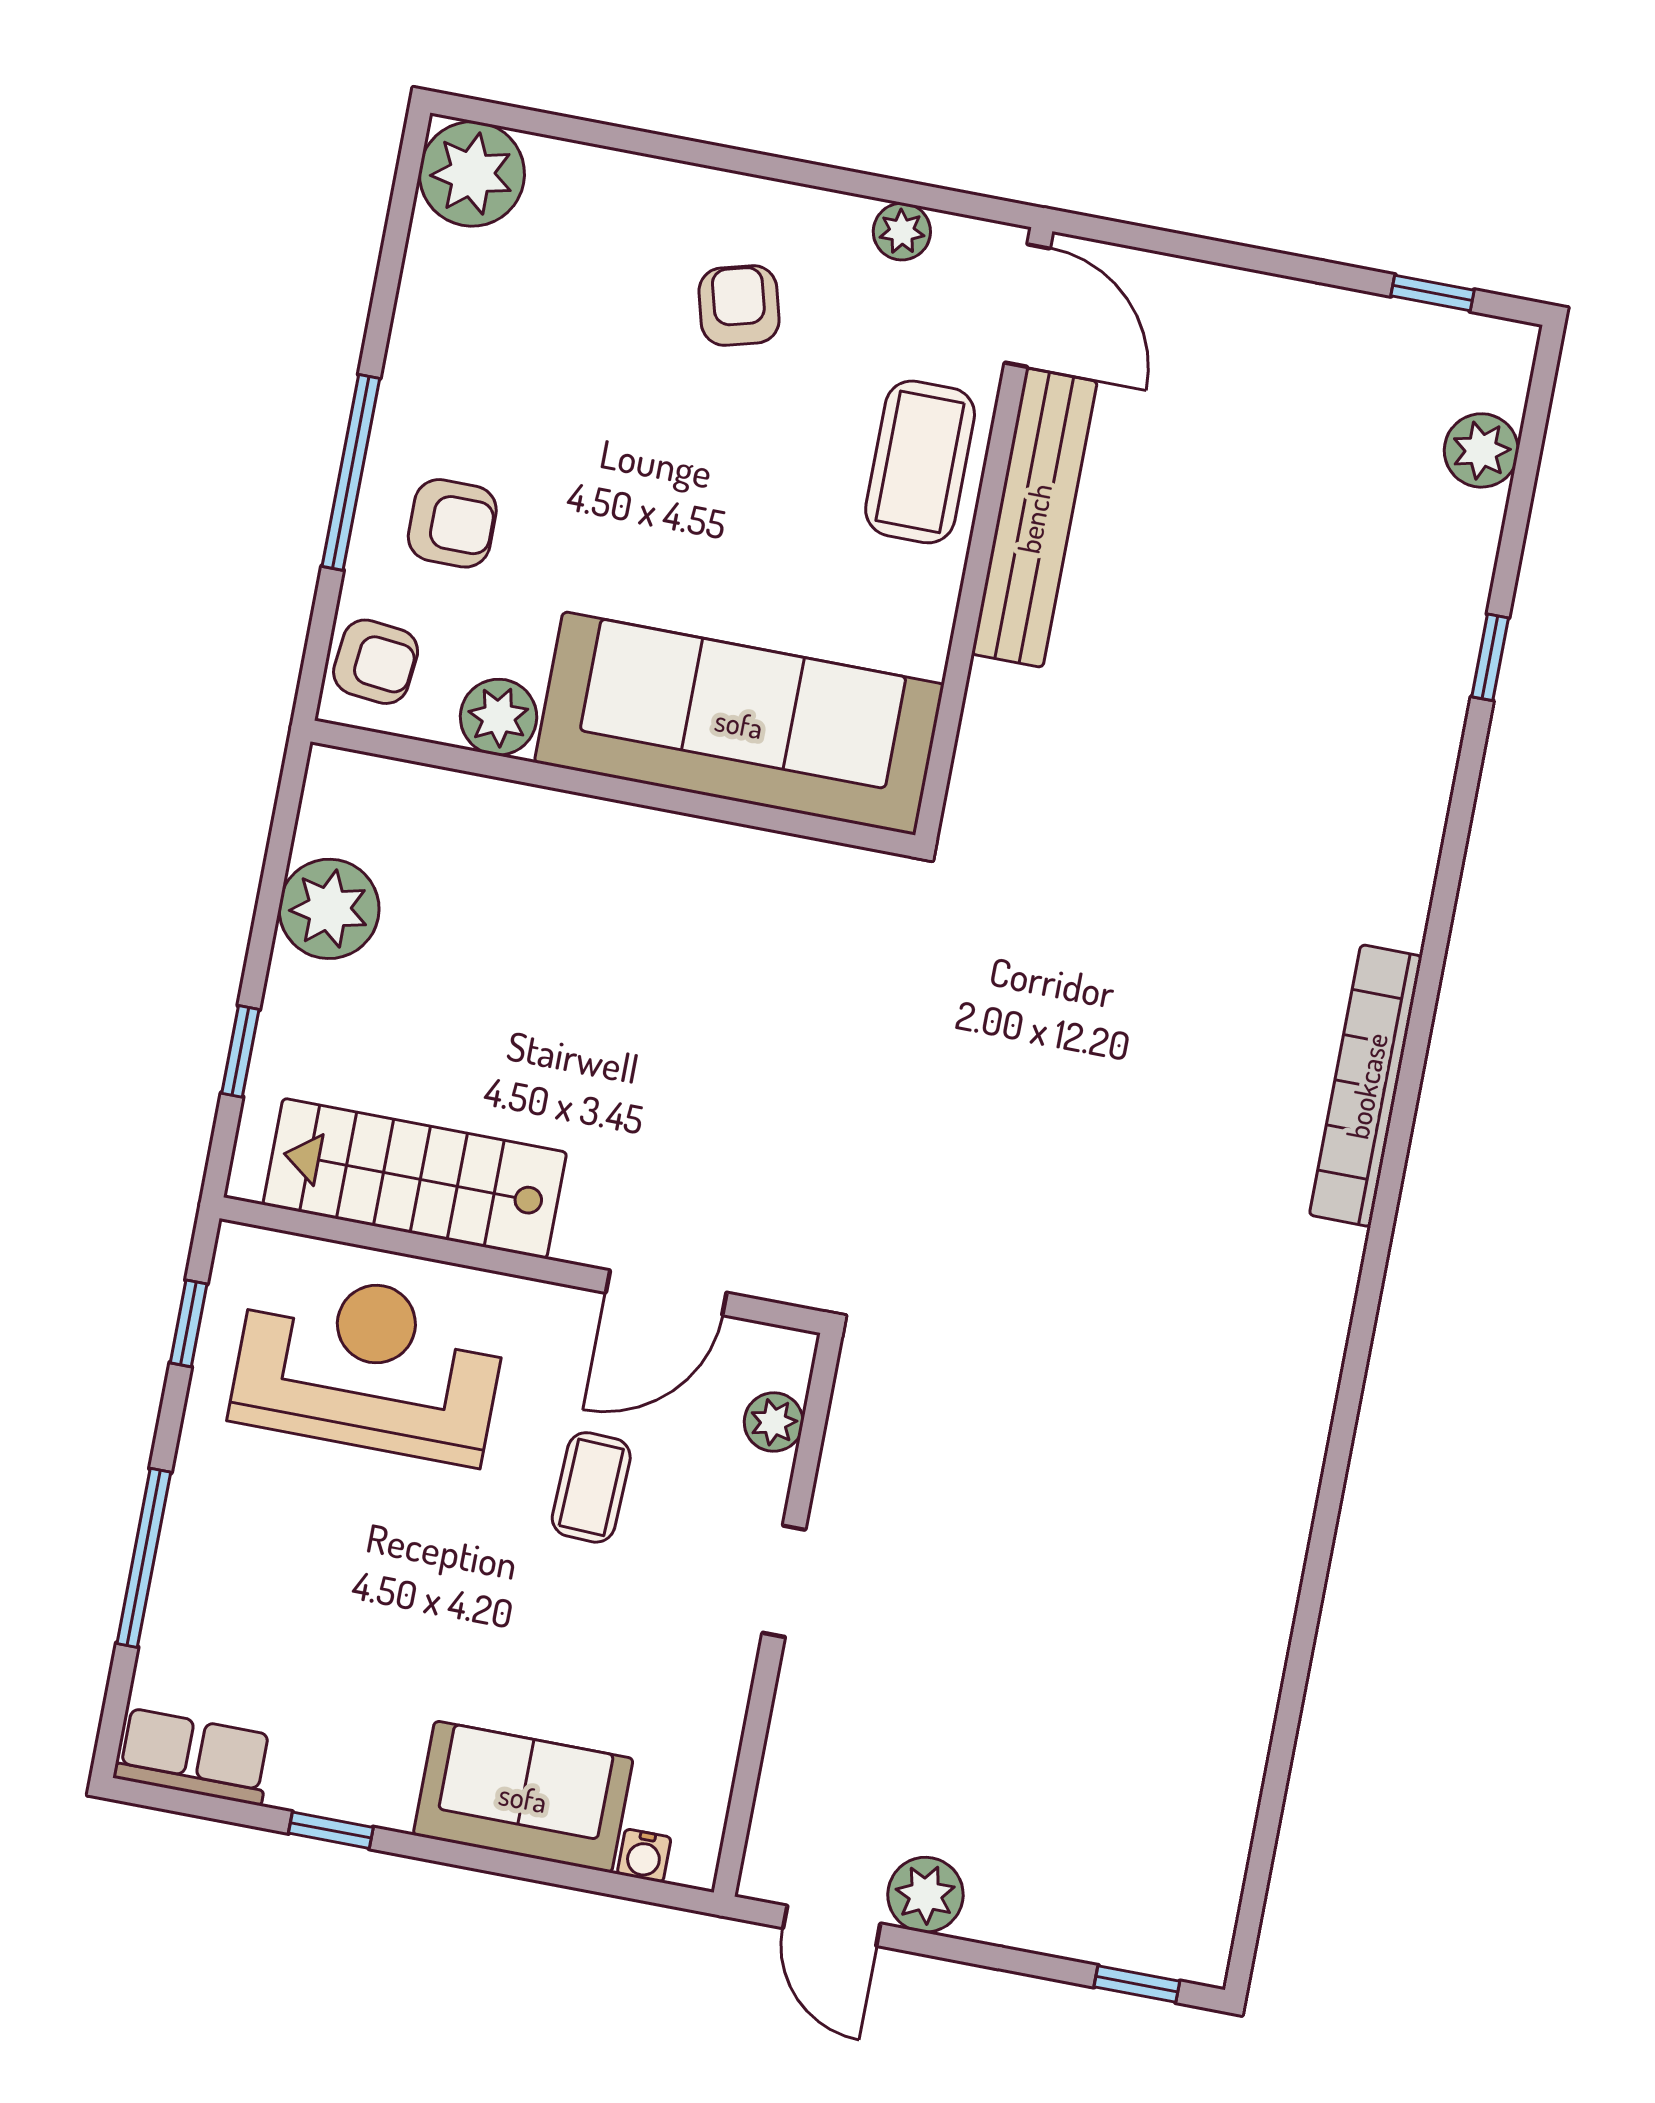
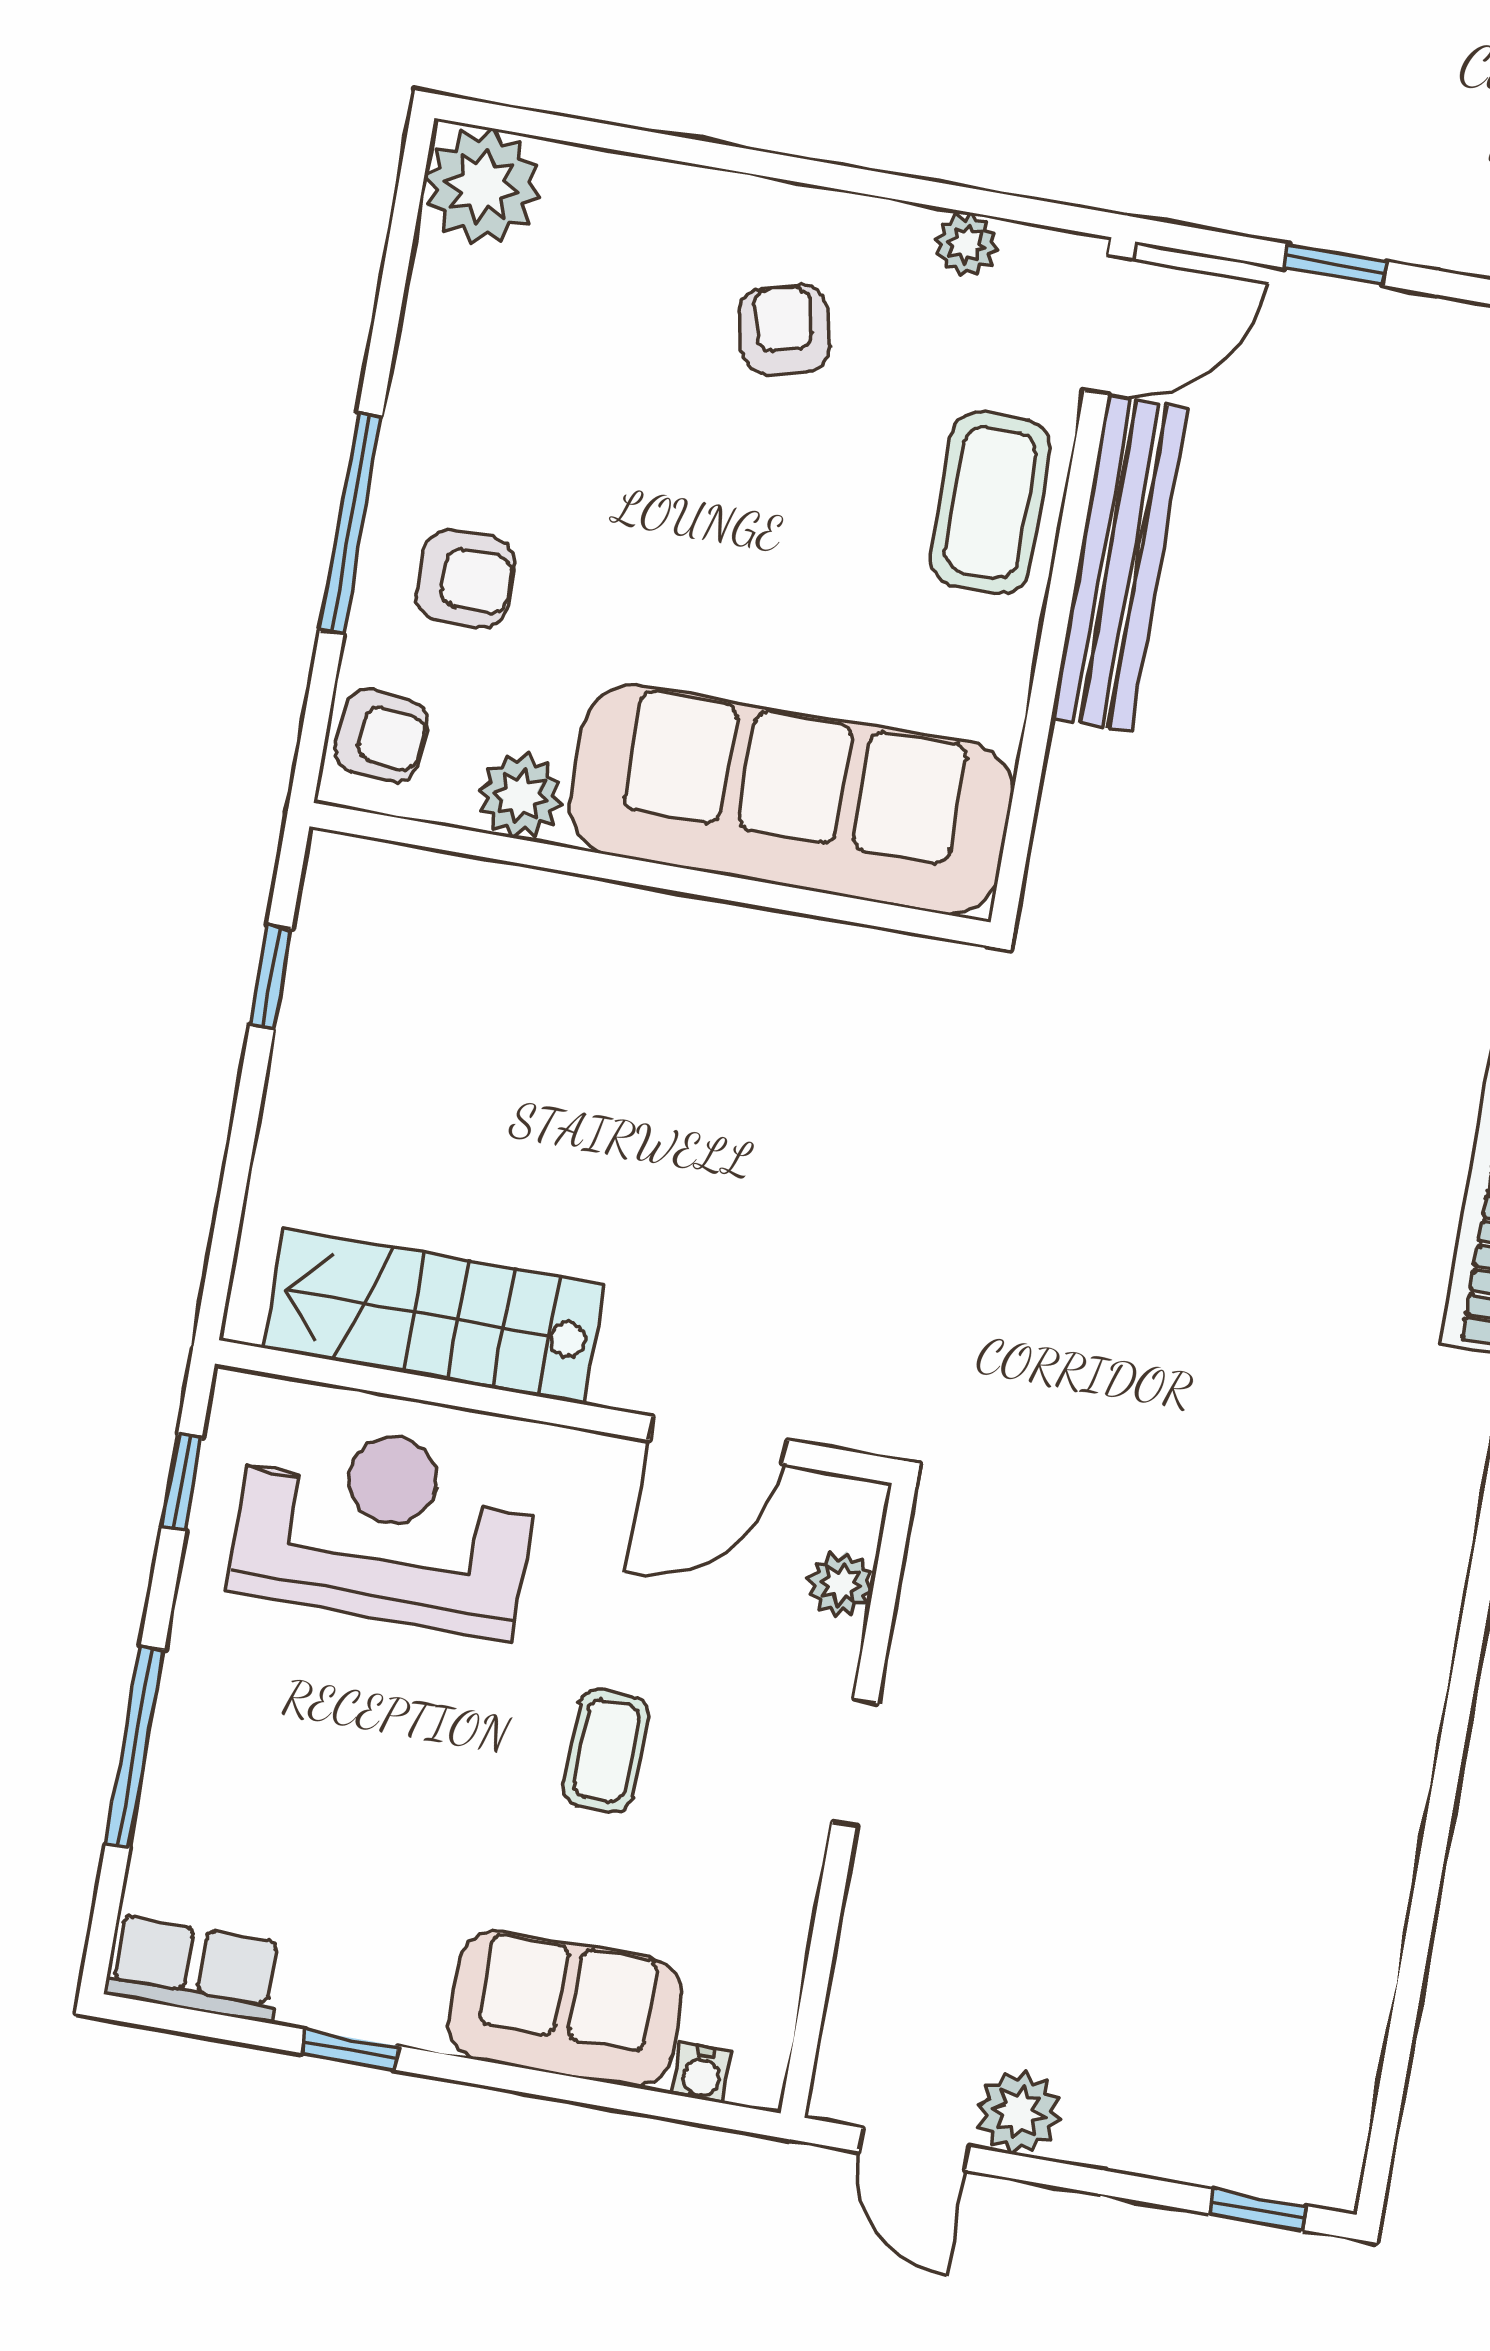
window: (1230, 254) -> (1335, 265), added
door: (1027, 305) -> (1108, 325), hinge flipped
plant: (329, 909) -> (333, 1014), removed
window: (240, 1051) -> (271, 977), moved
coffee table: (591, 1487) -> (606, 1751), moved

